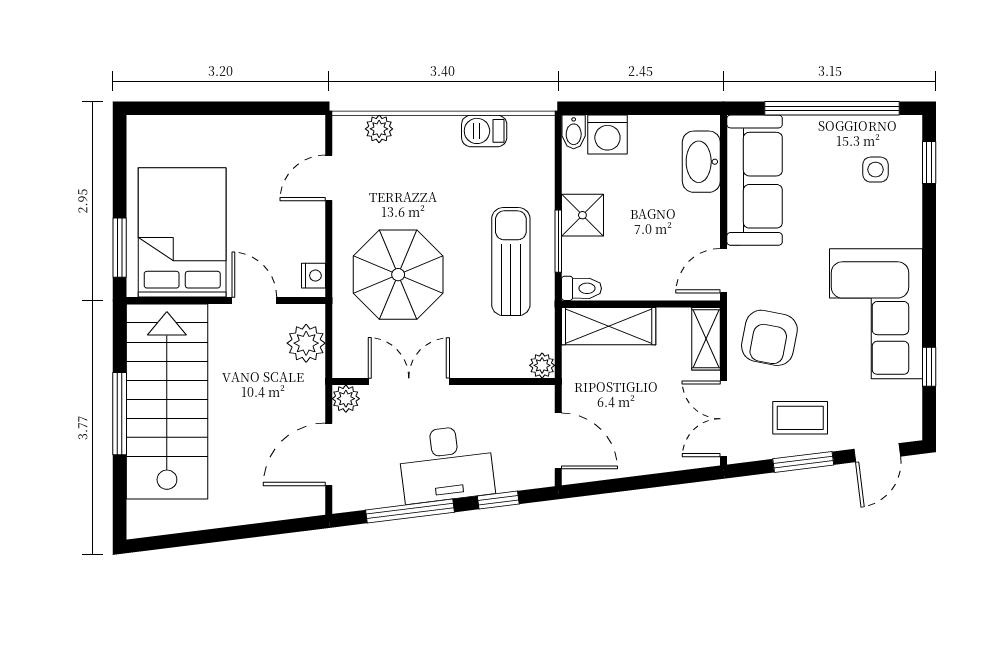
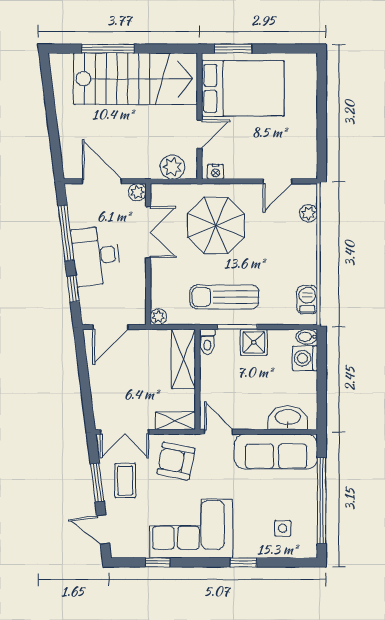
barbecue: (484, 131) -> (307, 300), moved
window: (929, 163) -> (243, 562), moved
door: (329, 178) -> (277, 181), swing flipped
sun lounger: (511, 262) -> (224, 297), turned 180
window: (120, 414) -> (108, 49), moved
double door: (723, 419) -> (125, 432), swing flipped

